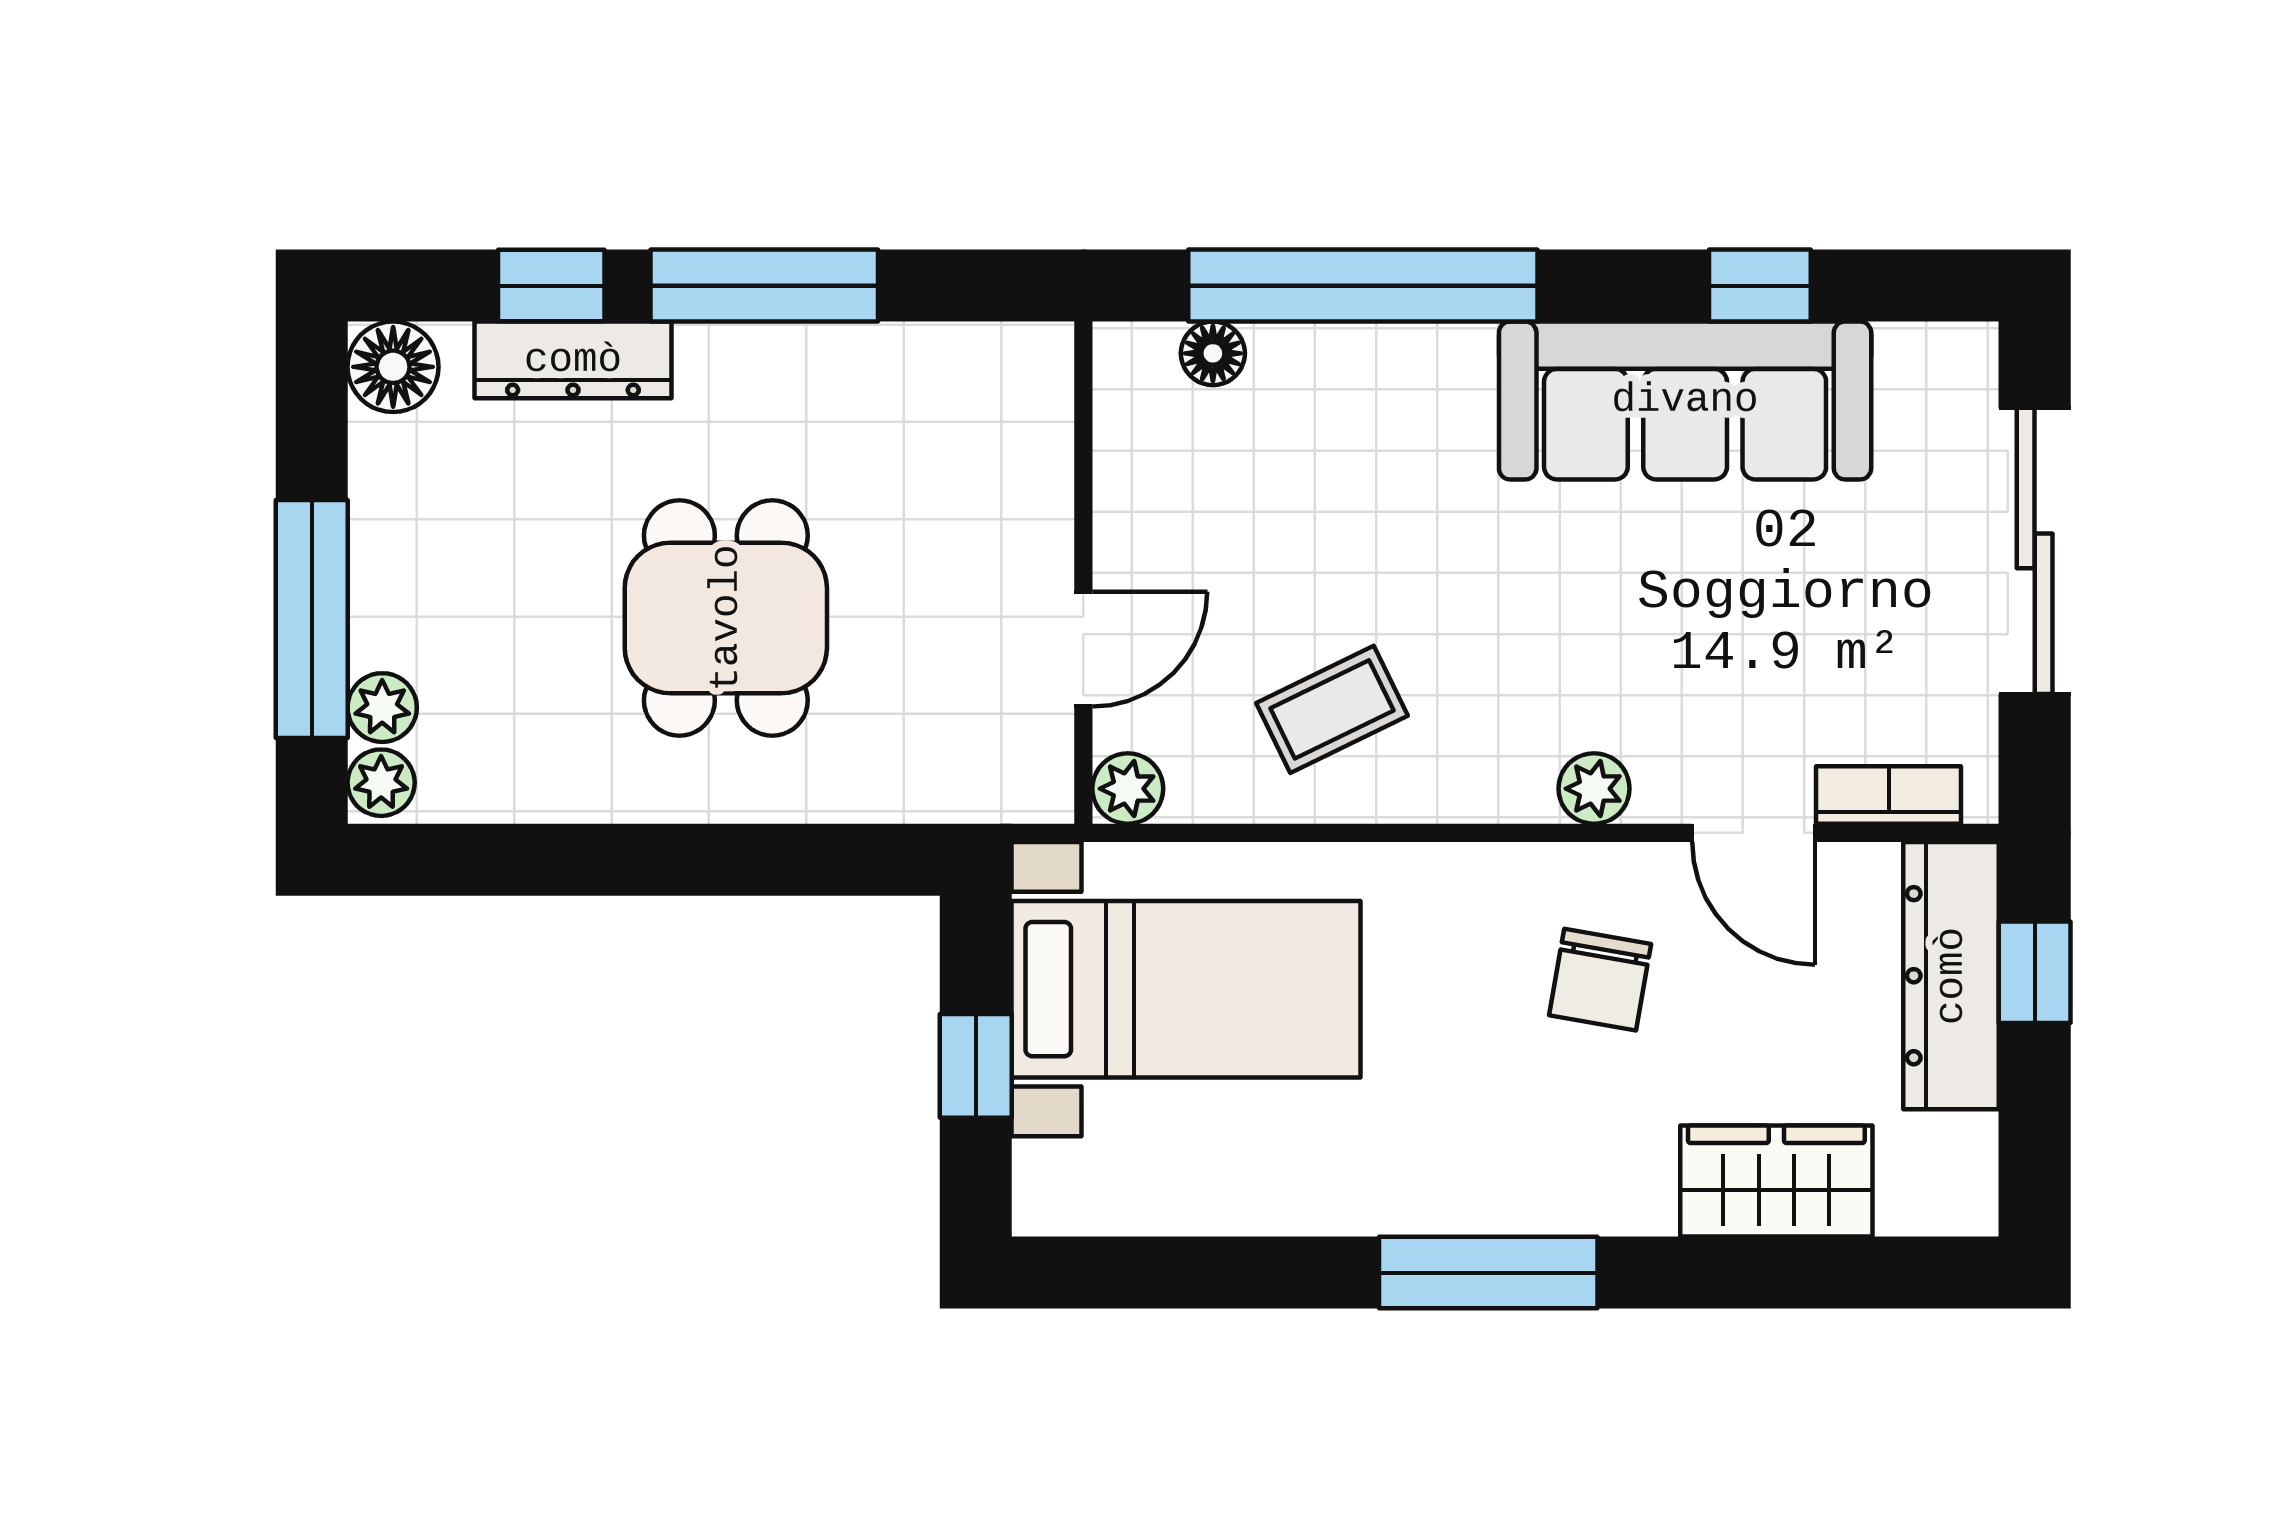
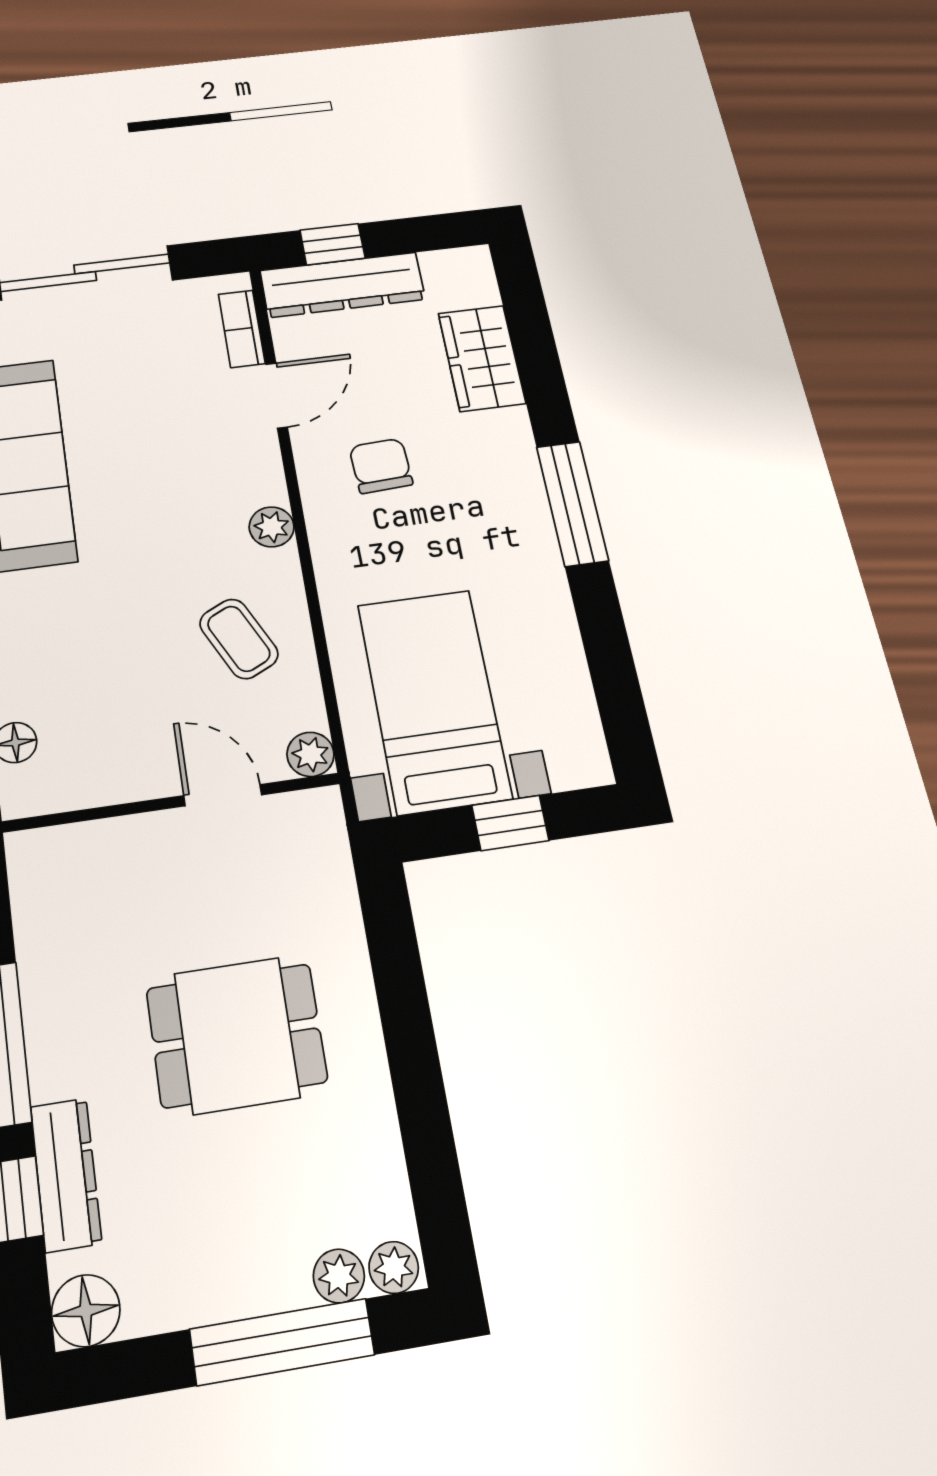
plant: (1594, 789) -> (272, 527), moved
chair: (1600, 980) -> (381, 466), turned -103

